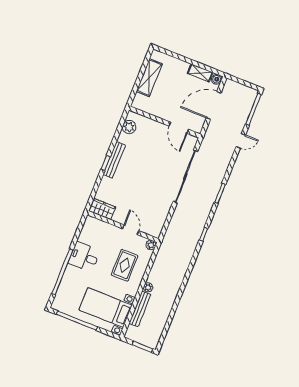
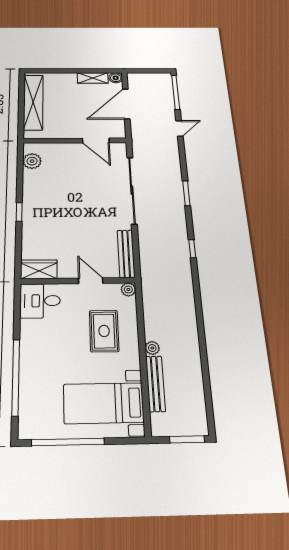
shelving: (149, 78) -> (33, 102), width x1.47
bench: (114, 160) -> (126, 254), moved
desk: (84, 257) -> (40, 301), moved

